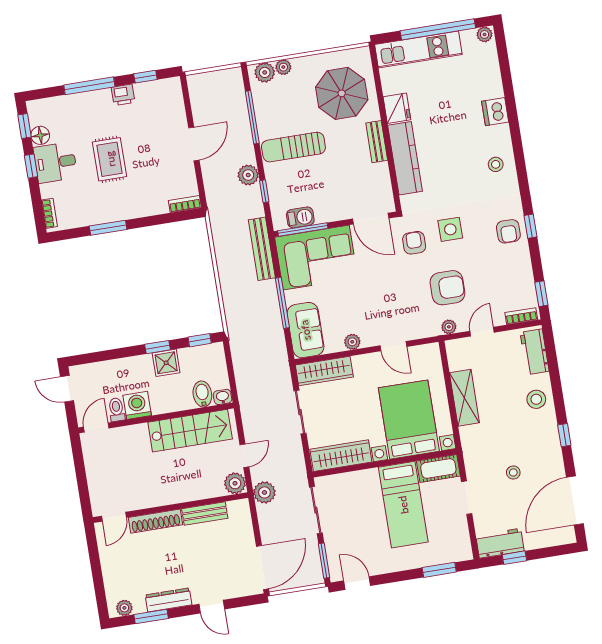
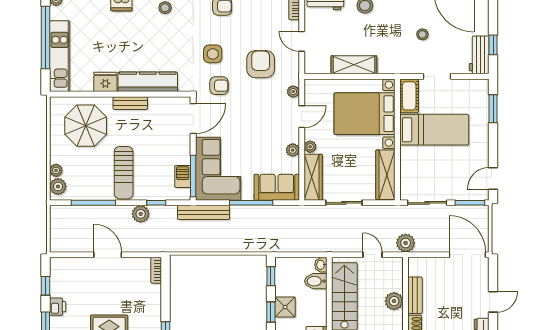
armchair: (414, 243) -> (219, 86), turned 180
plant: (449, 327) -> (293, 92), moved
plant: (360, 362) -> (310, 147), added
plant: (235, 483) -> (394, 301), moved

